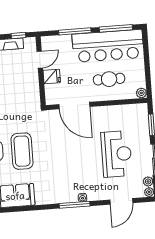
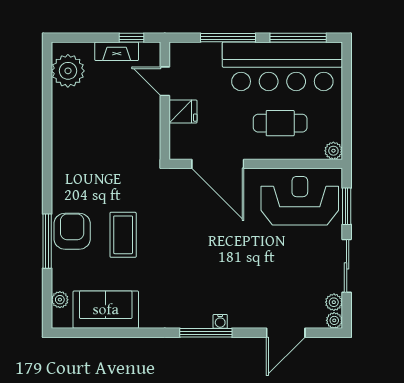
door: (40, 60) -> (165, 81), swing flipped
coffee table: (22, 151) -> (123, 235), width x0.73, depth x0.76
reception desk: (117, 154) -> (300, 201), moved, turned -90

